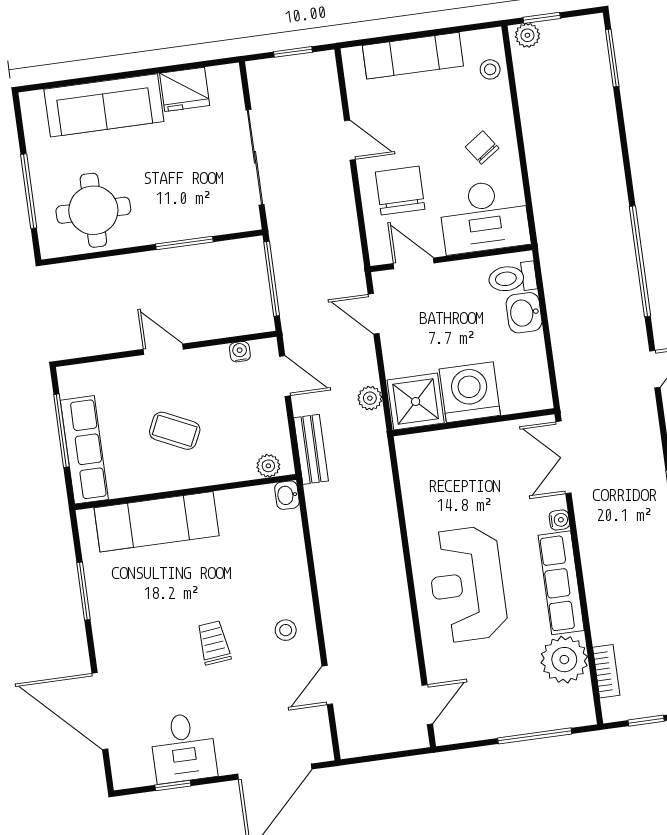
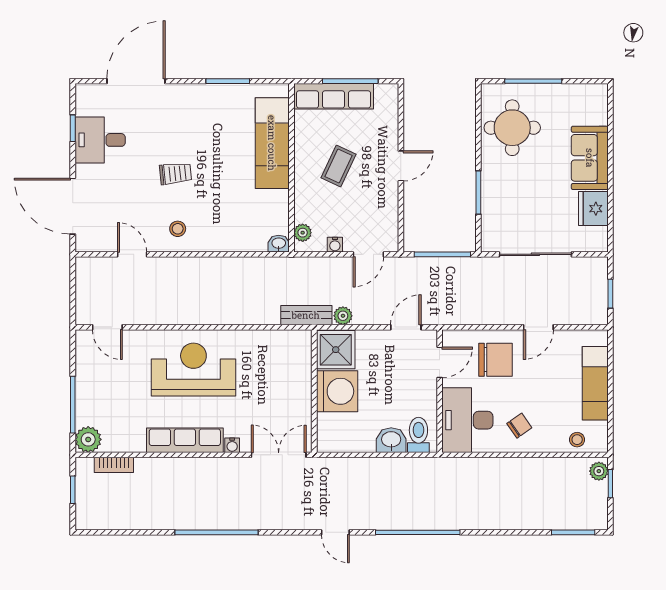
sofa: (104, 105) -> (590, 158), width x0.73
water cooler: (240, 352) -> (335, 245), moved, turned 90
bench: (311, 449) -> (306, 315), moved
plant: (564, 660) -> (88, 439), moved, width x0.73, depth x0.73

